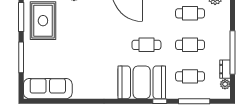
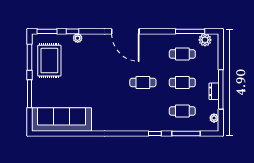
dresser: (225, 69) -> (214, 91), moved
booth: (142, 82) -> (139, 116), removed
sofa: (48, 89) -> (62, 120), width x1.36, depth x1.27

